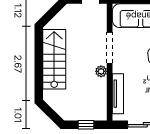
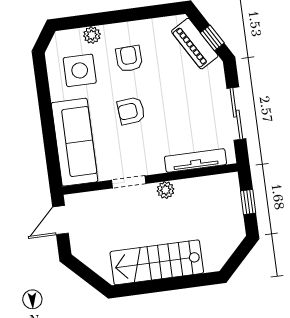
doorway: (110, 48) -> (129, 182), width x0.73

